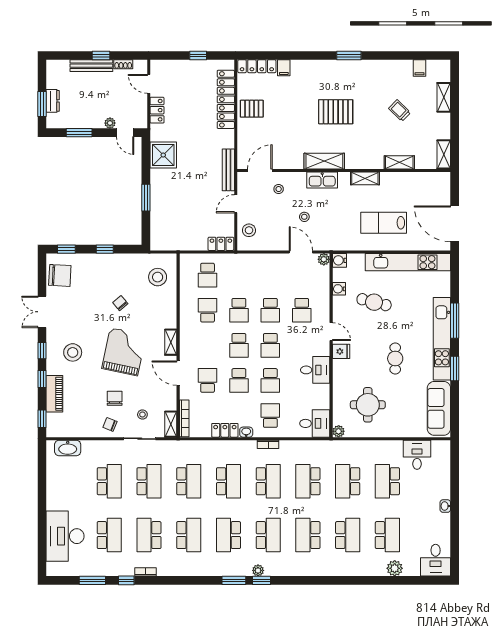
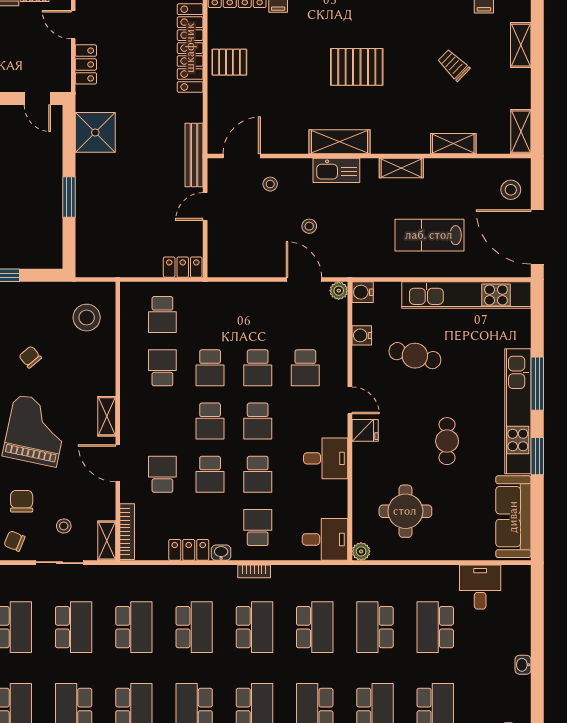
plant: (110, 123) -> (14, 84), removed
stool: (249, 230) -> (511, 190), moved
school desk: (308, 481) -> (315, 627), turned 180

